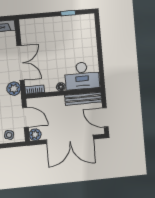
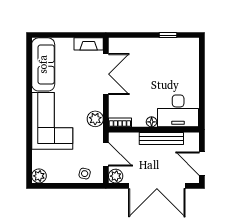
double door: (21, 63) -> (106, 74), moved
bench: (83, 99) -> (161, 139), moved

